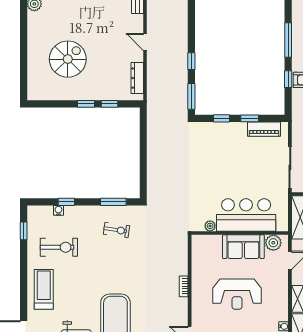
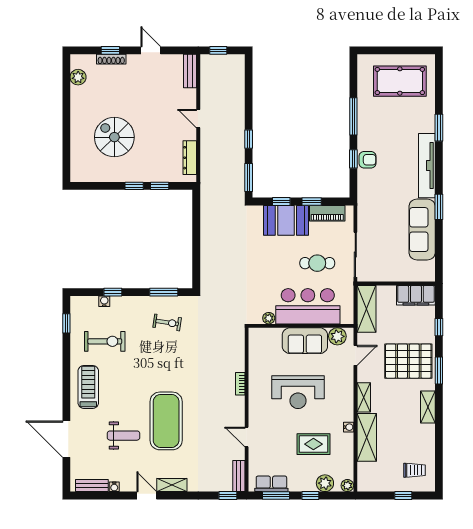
spiral stairs: (68, 59) -> (114, 137), turned -90
booth: (226, 136) -> (286, 220), added
cafe table: (255, 175) -> (317, 263), added

